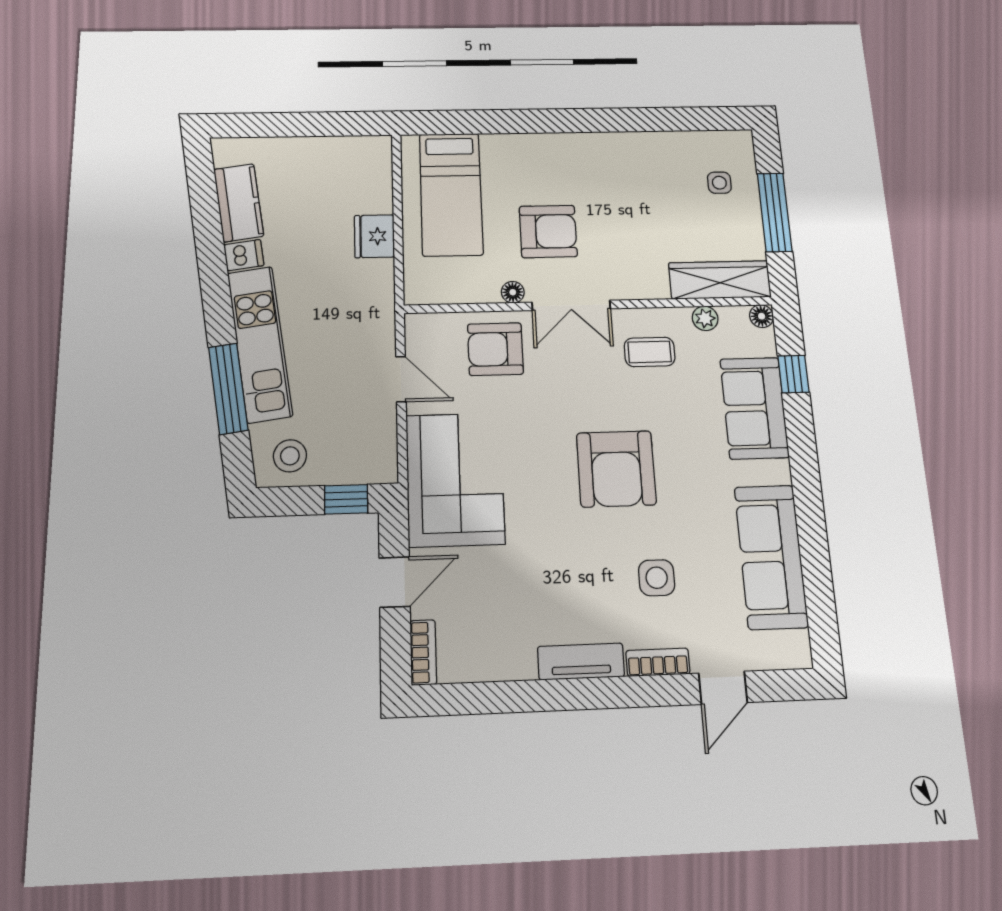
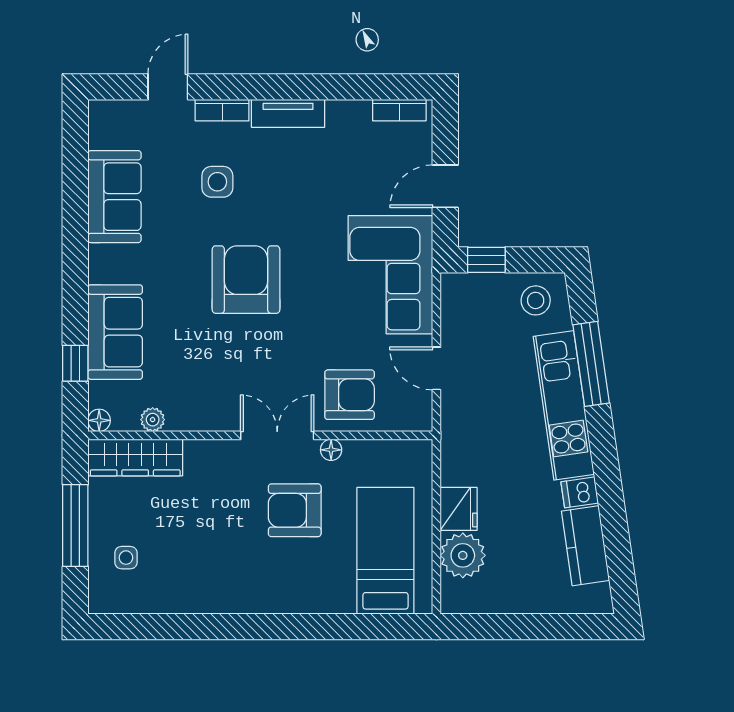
plant: (369, 191) -> (463, 555), added
coffee table: (650, 352) -> (207, 388), removed
sofa: (771, 556) -> (114, 197), width x0.73
bookcase: (423, 652) -> (399, 110), moved, turned -90

